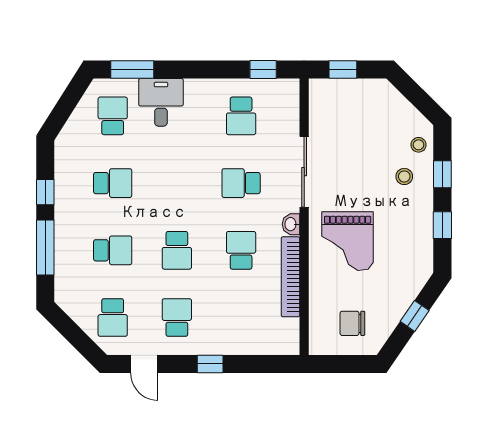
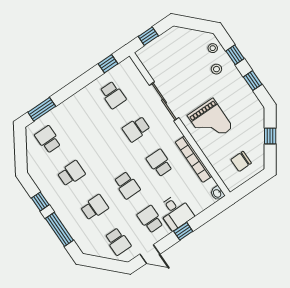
desk: (161, 102) -> (176, 212), moved, turned 180
washbasin: (291, 224) -> (217, 193), moved

